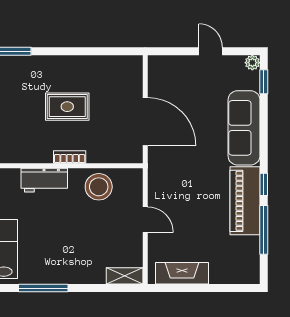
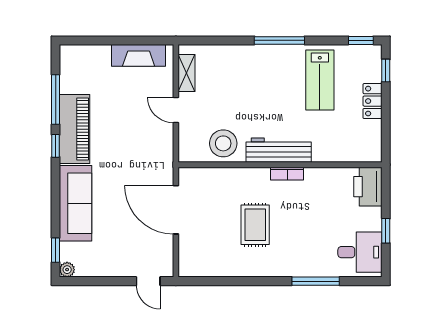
door: (211, 51) -> (148, 281), moved
rug: (67, 107) -> (255, 225), turned 90
bookcase: (70, 157) -> (287, 174), moved
workbench: (44, 180) -> (279, 150), width x1.38
shelving: (125, 276) -> (187, 73), moved, turned 90

